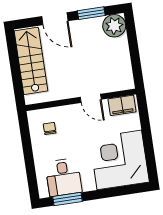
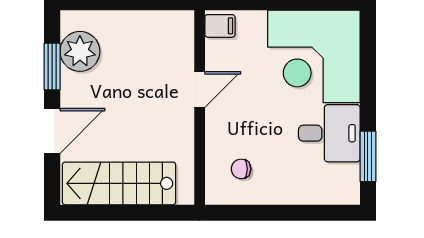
plant: (114, 26) -> (80, 51), moved
filing cabinet: (122, 105) -> (220, 26), width x0.50
desk: (64, 177) -> (329, 133), moved

